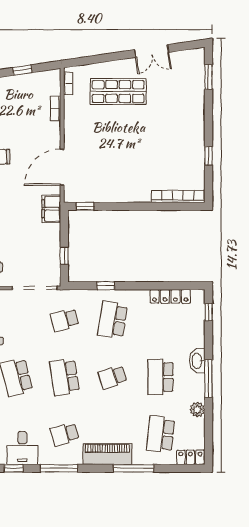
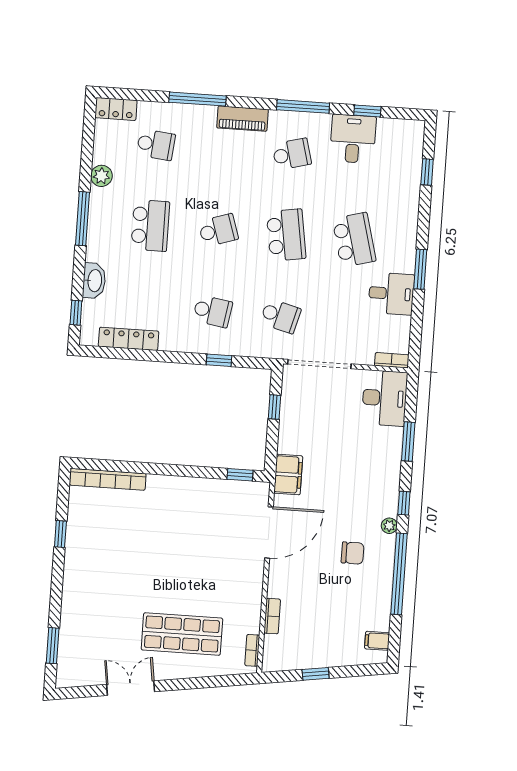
school desk: (65, 320) -> (280, 316), turned 30
school desk: (113, 320) -> (213, 311), width x0.54
washbasin: (197, 361) -> (94, 281), moved
school desk: (160, 434) -> (156, 145), width x0.54
piano: (107, 454) -> (242, 119), width x0.73, depth x0.75

